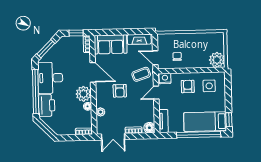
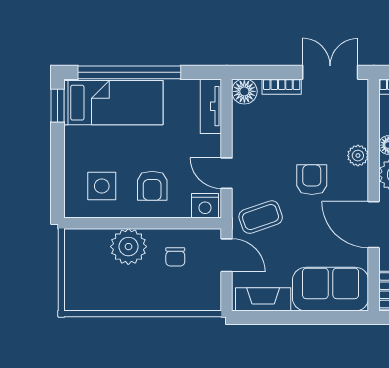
plant: (217, 60) -> (128, 247), moved
door: (156, 93) -> (227, 173), swing flipped
plant: (101, 112) -> (358, 156), moved

